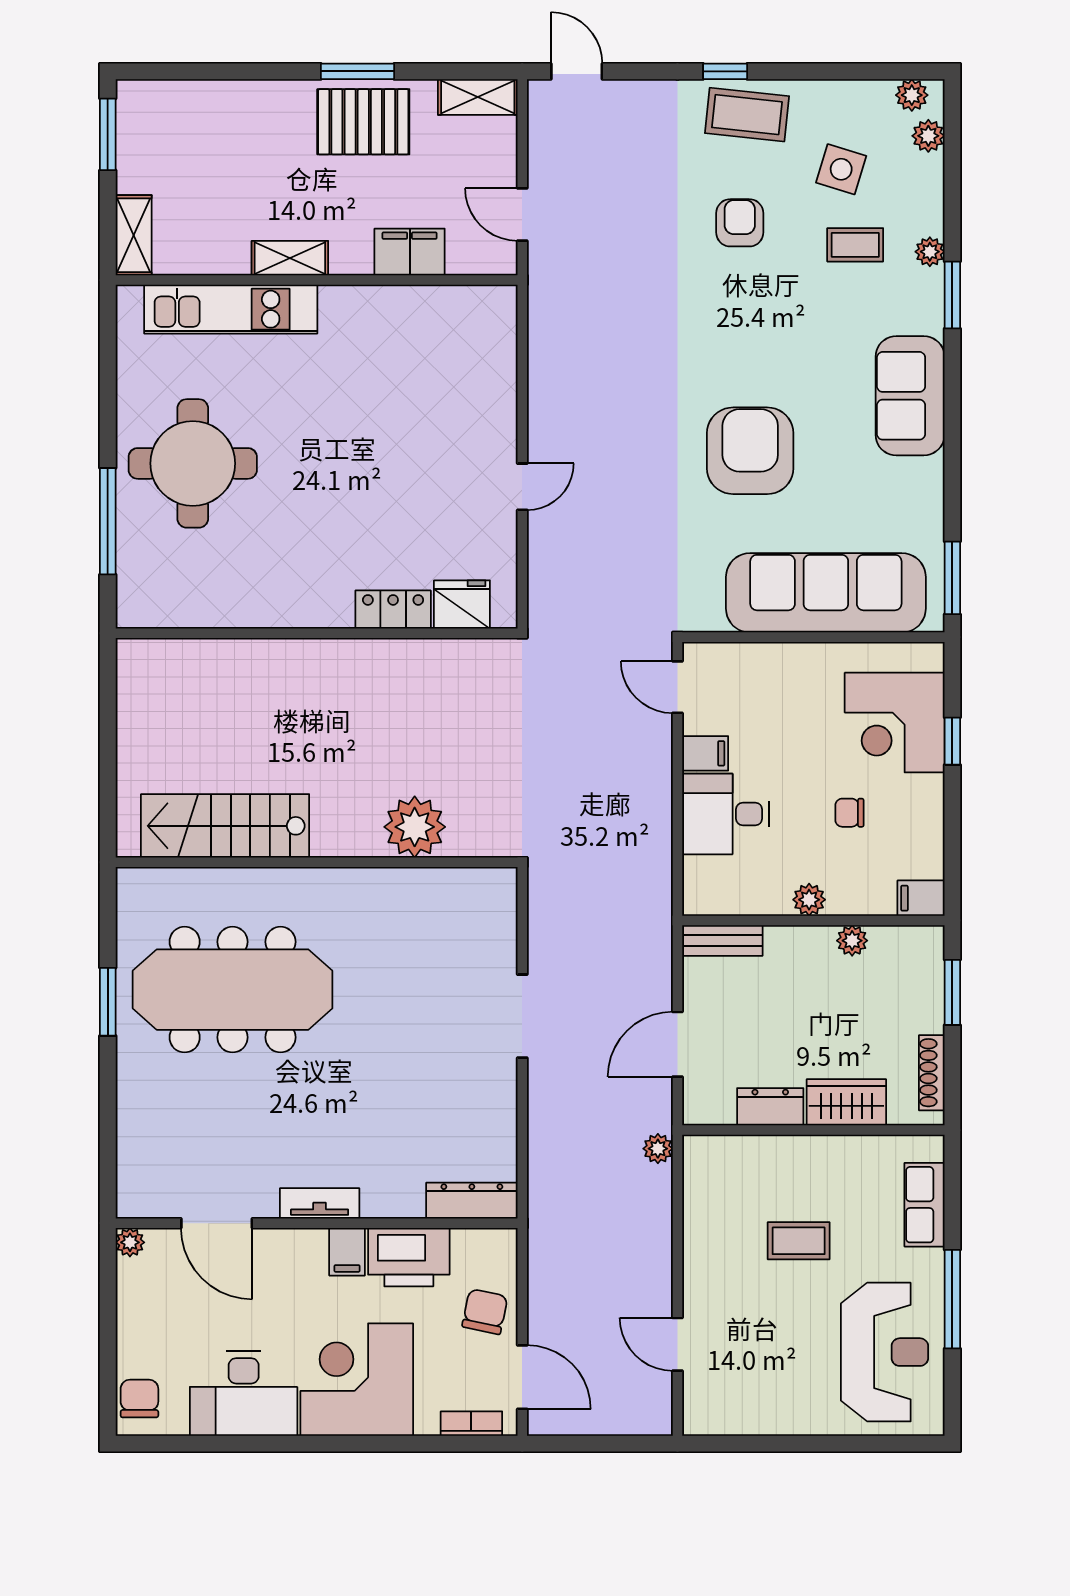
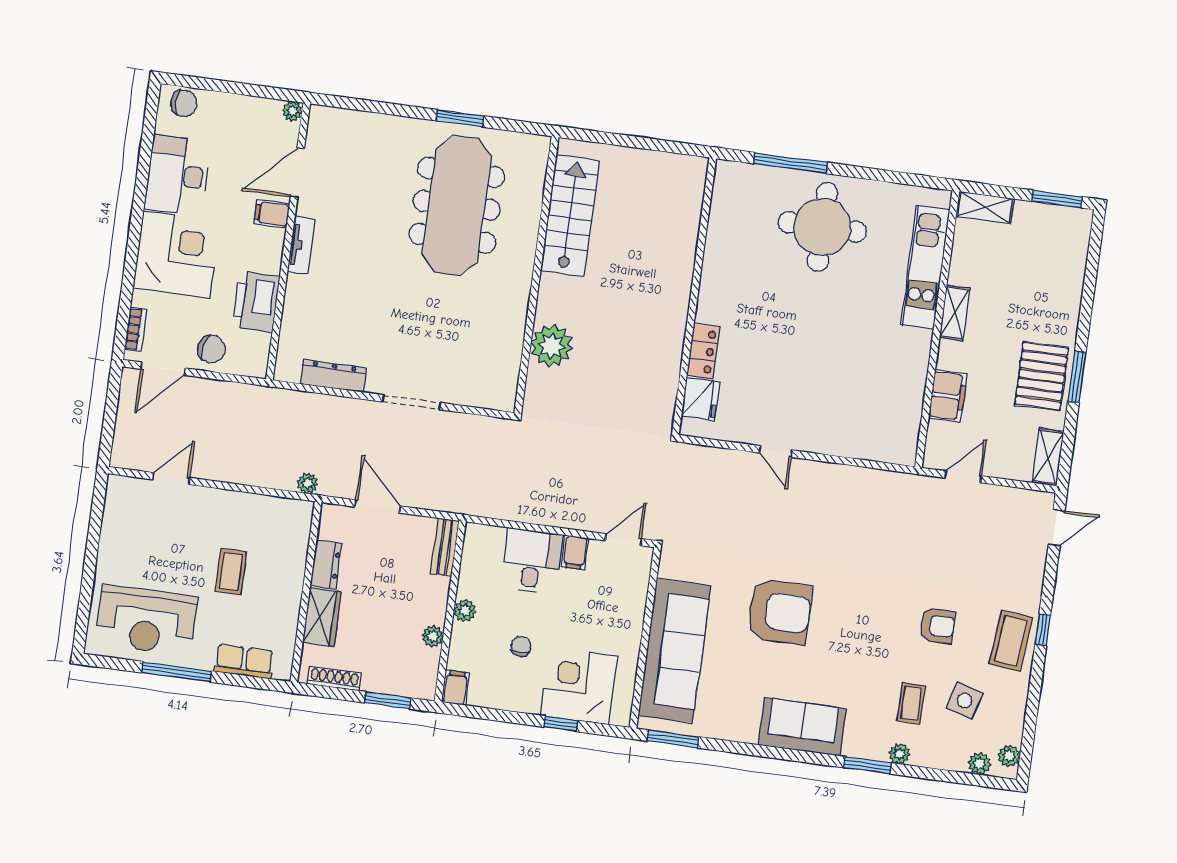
dresser: (472, 1201) -> (333, 376), moved, turned -90
filing cabinet: (347, 1252) -> (272, 214), moved

